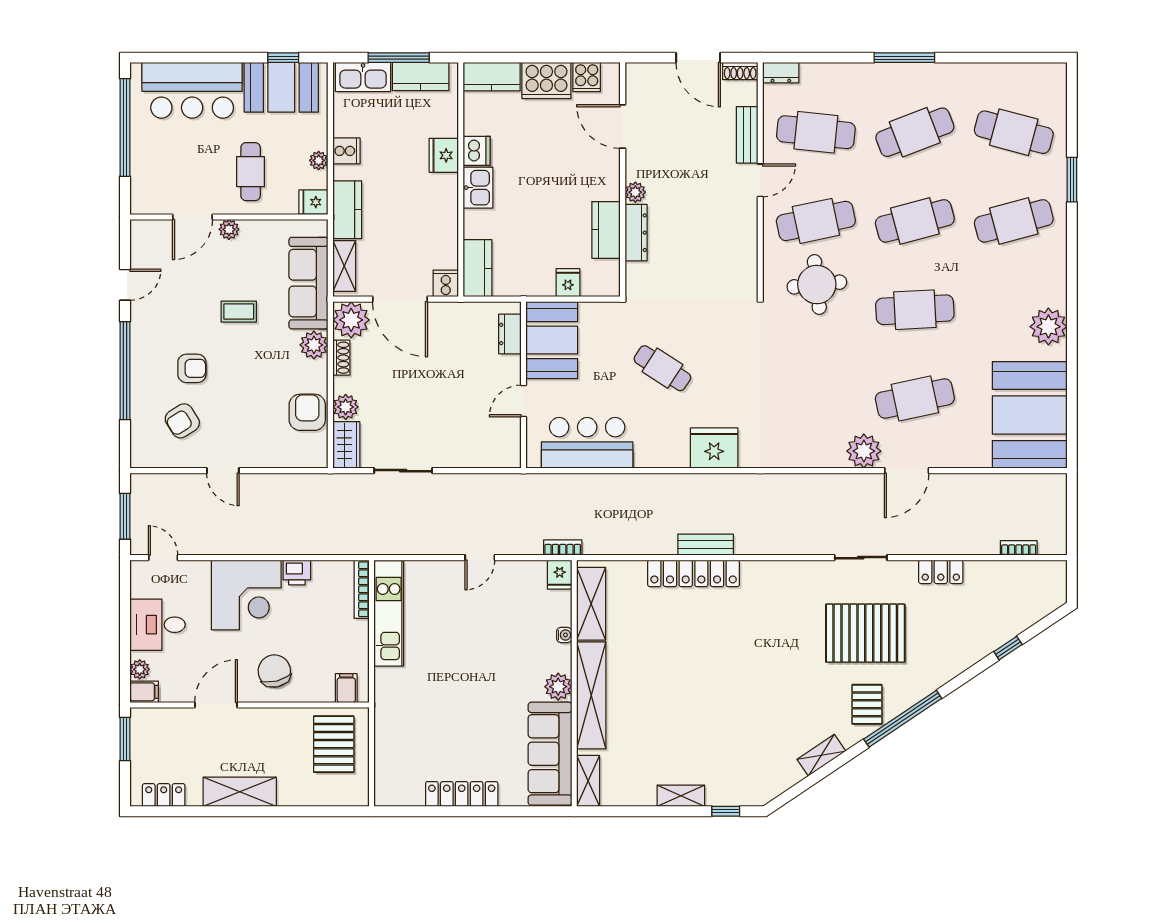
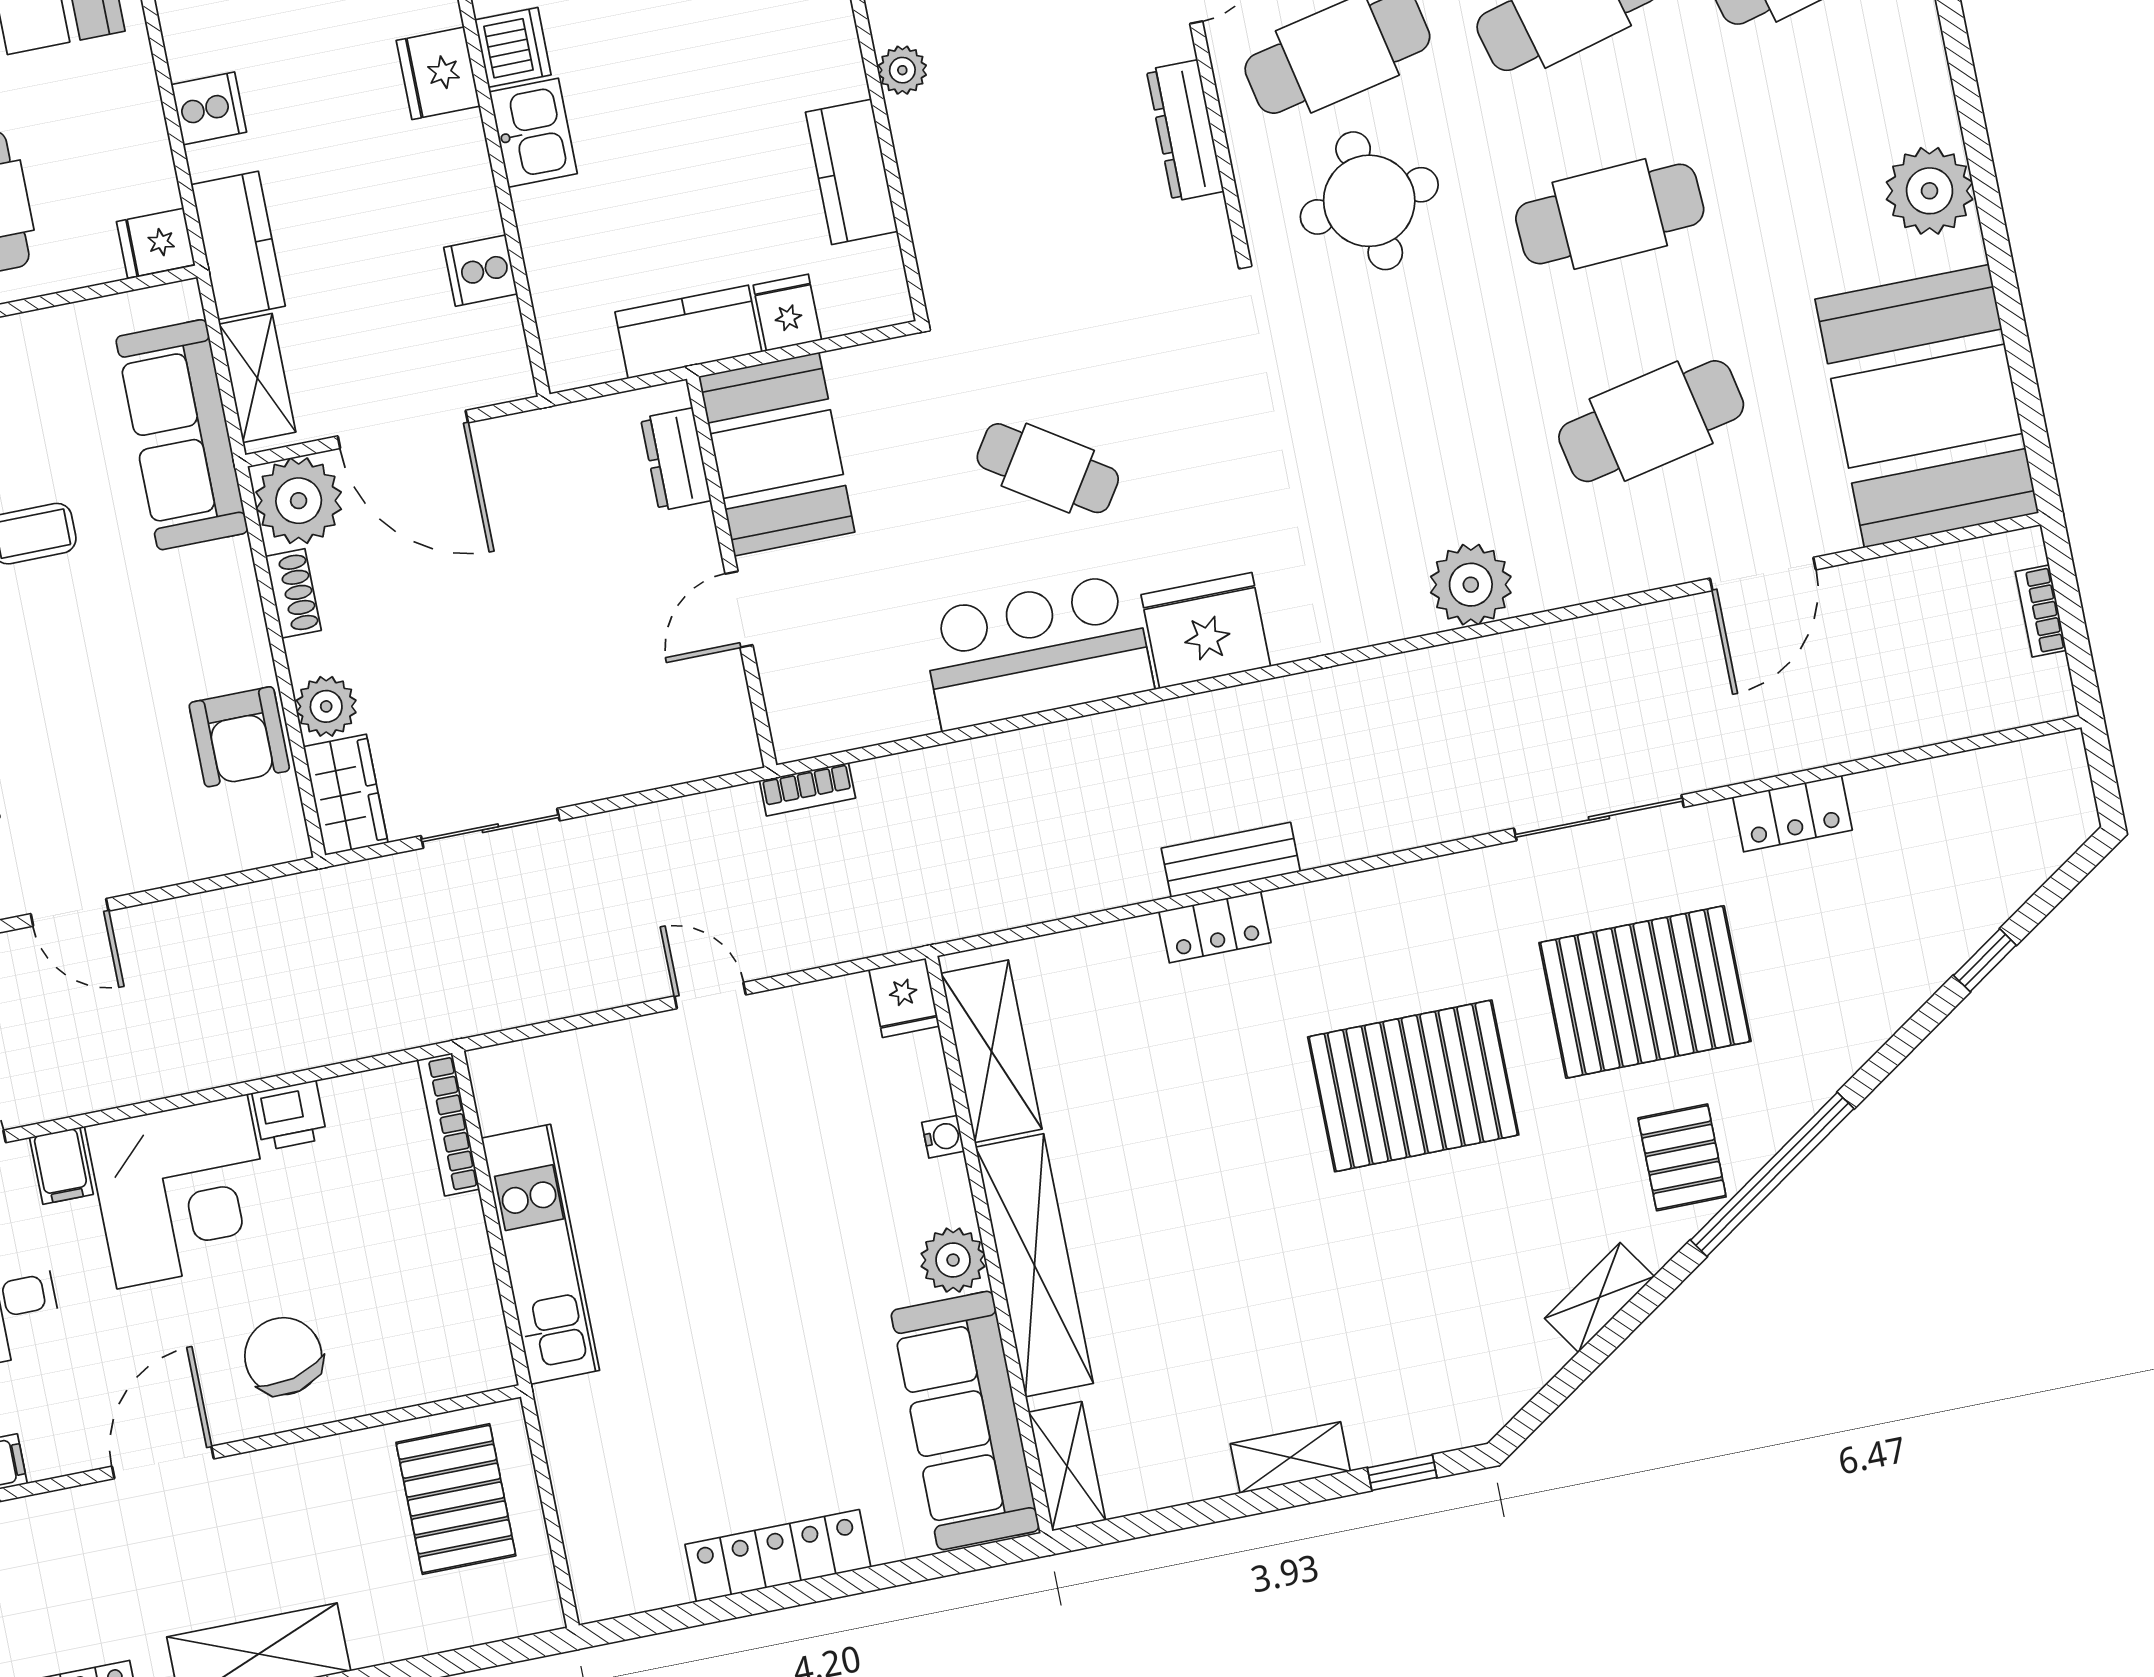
plant: (319, 160) -> (148, 144), removed
dresser: (636, 233) -> (1185, 131), moved, turned 180
kitchen counter: (478, 268) -> (688, 332), moved, turned -90
cooker: (446, 283) -> (481, 271), moved, turned -90
plant: (314, 345) -> (223, 577), removed
armchair: (307, 412) -> (239, 737), turned 180
bar counter: (587, 443) -> (1037, 652), moved
plant: (864, 451) -> (1471, 585), moved
door: (907, 471) -> (1763, 574), moved
bookcase: (563, 548) -> (807, 789), moved, turned 180
bookcase: (1019, 548) -> (2041, 611), moved, turned -90
door: (480, 558) -> (710, 995), swing flipped
sliding door: (861, 558) -> (1599, 818), width x1.37
locker: (694, 573) -> (1215, 927), width x0.46, depth x0.83
kitchen unit: (389, 613) -> (540, 1254), moved
pallet: (762, 653) -> (1413, 1086), added
filing cabinet: (346, 688) -> (61, 1166), moved, turned 180

